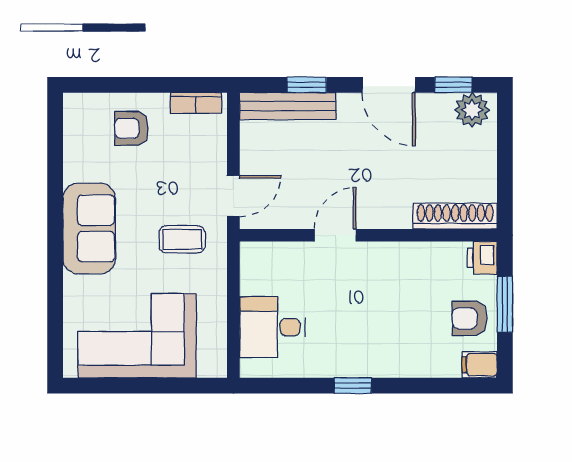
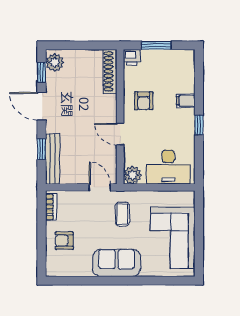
door: (389, 85) -> (42, 106), swing flipped
armchair: (132, 128) -> (64, 241), turned 90
plant: (257, 259) -> (132, 175), added
armchair: (470, 318) -> (144, 101), moved
desk: (272, 327) -> (168, 167), width x1.37
filing cabinet: (480, 365) -> (186, 101), moved, turned 90

